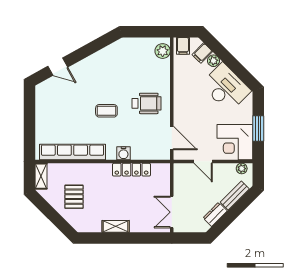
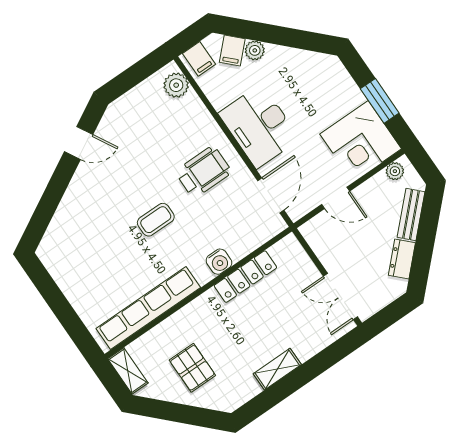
door: (58, 67) -> (79, 143), moved
desk: (226, 88) -> (259, 126), moved, turned -135
door: (172, 138) -> (271, 195), hinge flipped

